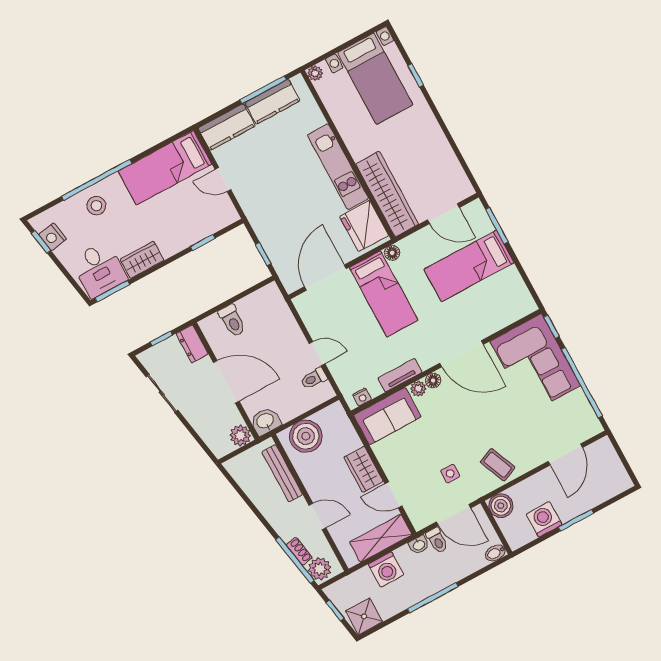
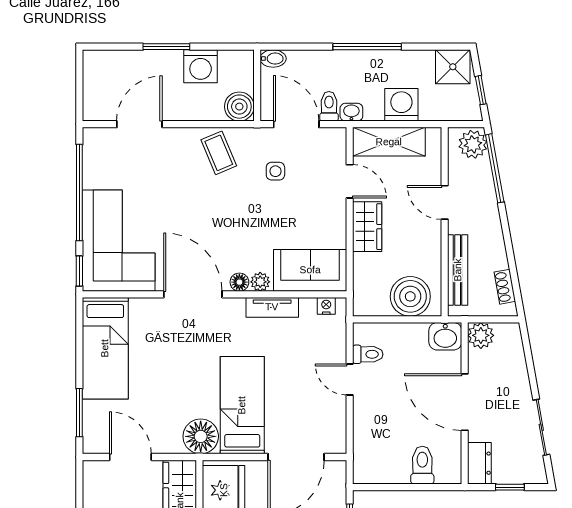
floor lamp: (392, 253) -> (201, 436), width x1.89, depth x1.89
bed: (469, 266) -> (105, 348), moved, turned 90
shoe rack: (299, 551) -> (505, 287), moved

